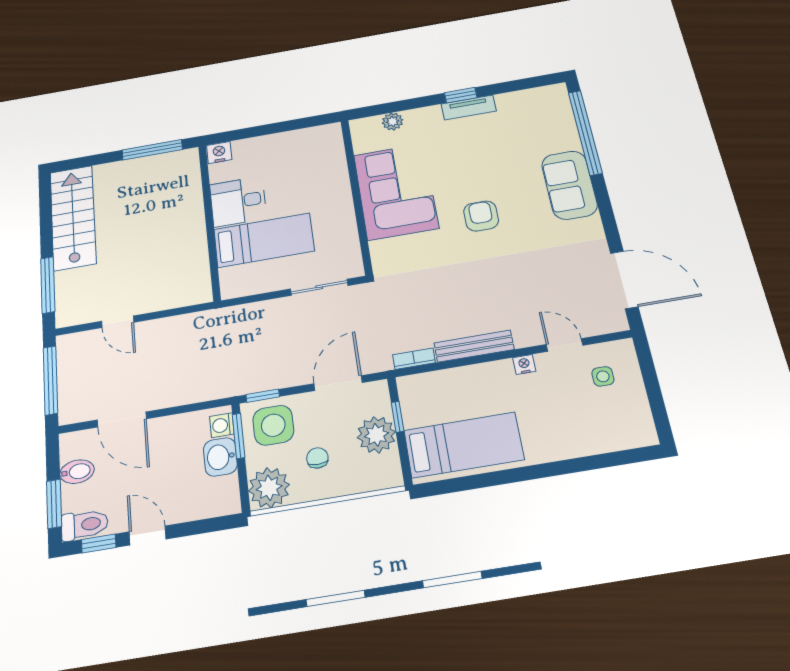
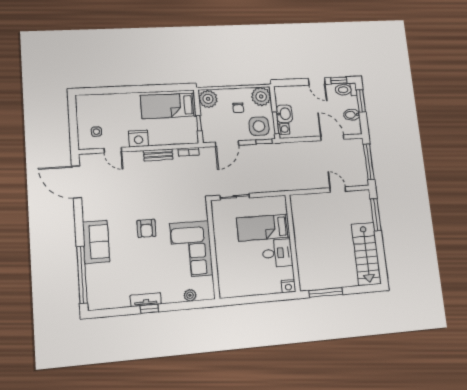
bench: (474, 346) -> (158, 155), width x0.73
nightstand: (524, 364) -> (138, 138), width x1.89, depth x1.79
plant: (376, 435) -> (208, 99), moved

